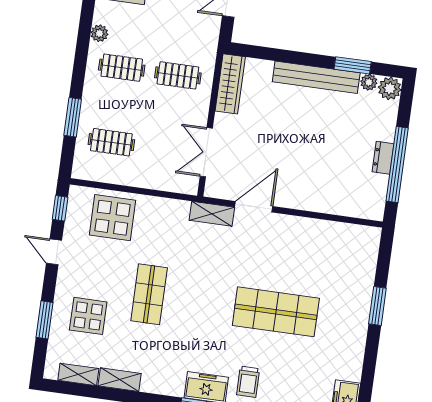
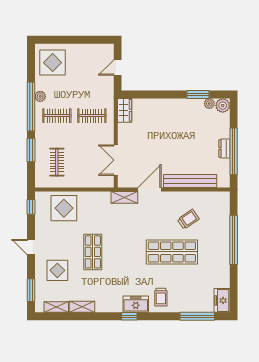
window: (82, 47) -> (31, 107), added
bench: (316, 77) -> (190, 181), moved
wardrobe: (230, 84) -> (125, 110), width x0.67
clothes rail: (111, 142) -> (57, 162), turned 90
door: (54, 252) -> (31, 247), moved
trolley: (309, 263) -> (188, 219), added
window: (377, 306) -> (234, 240), width x2.11
window: (45, 320) -> (31, 290), moved

